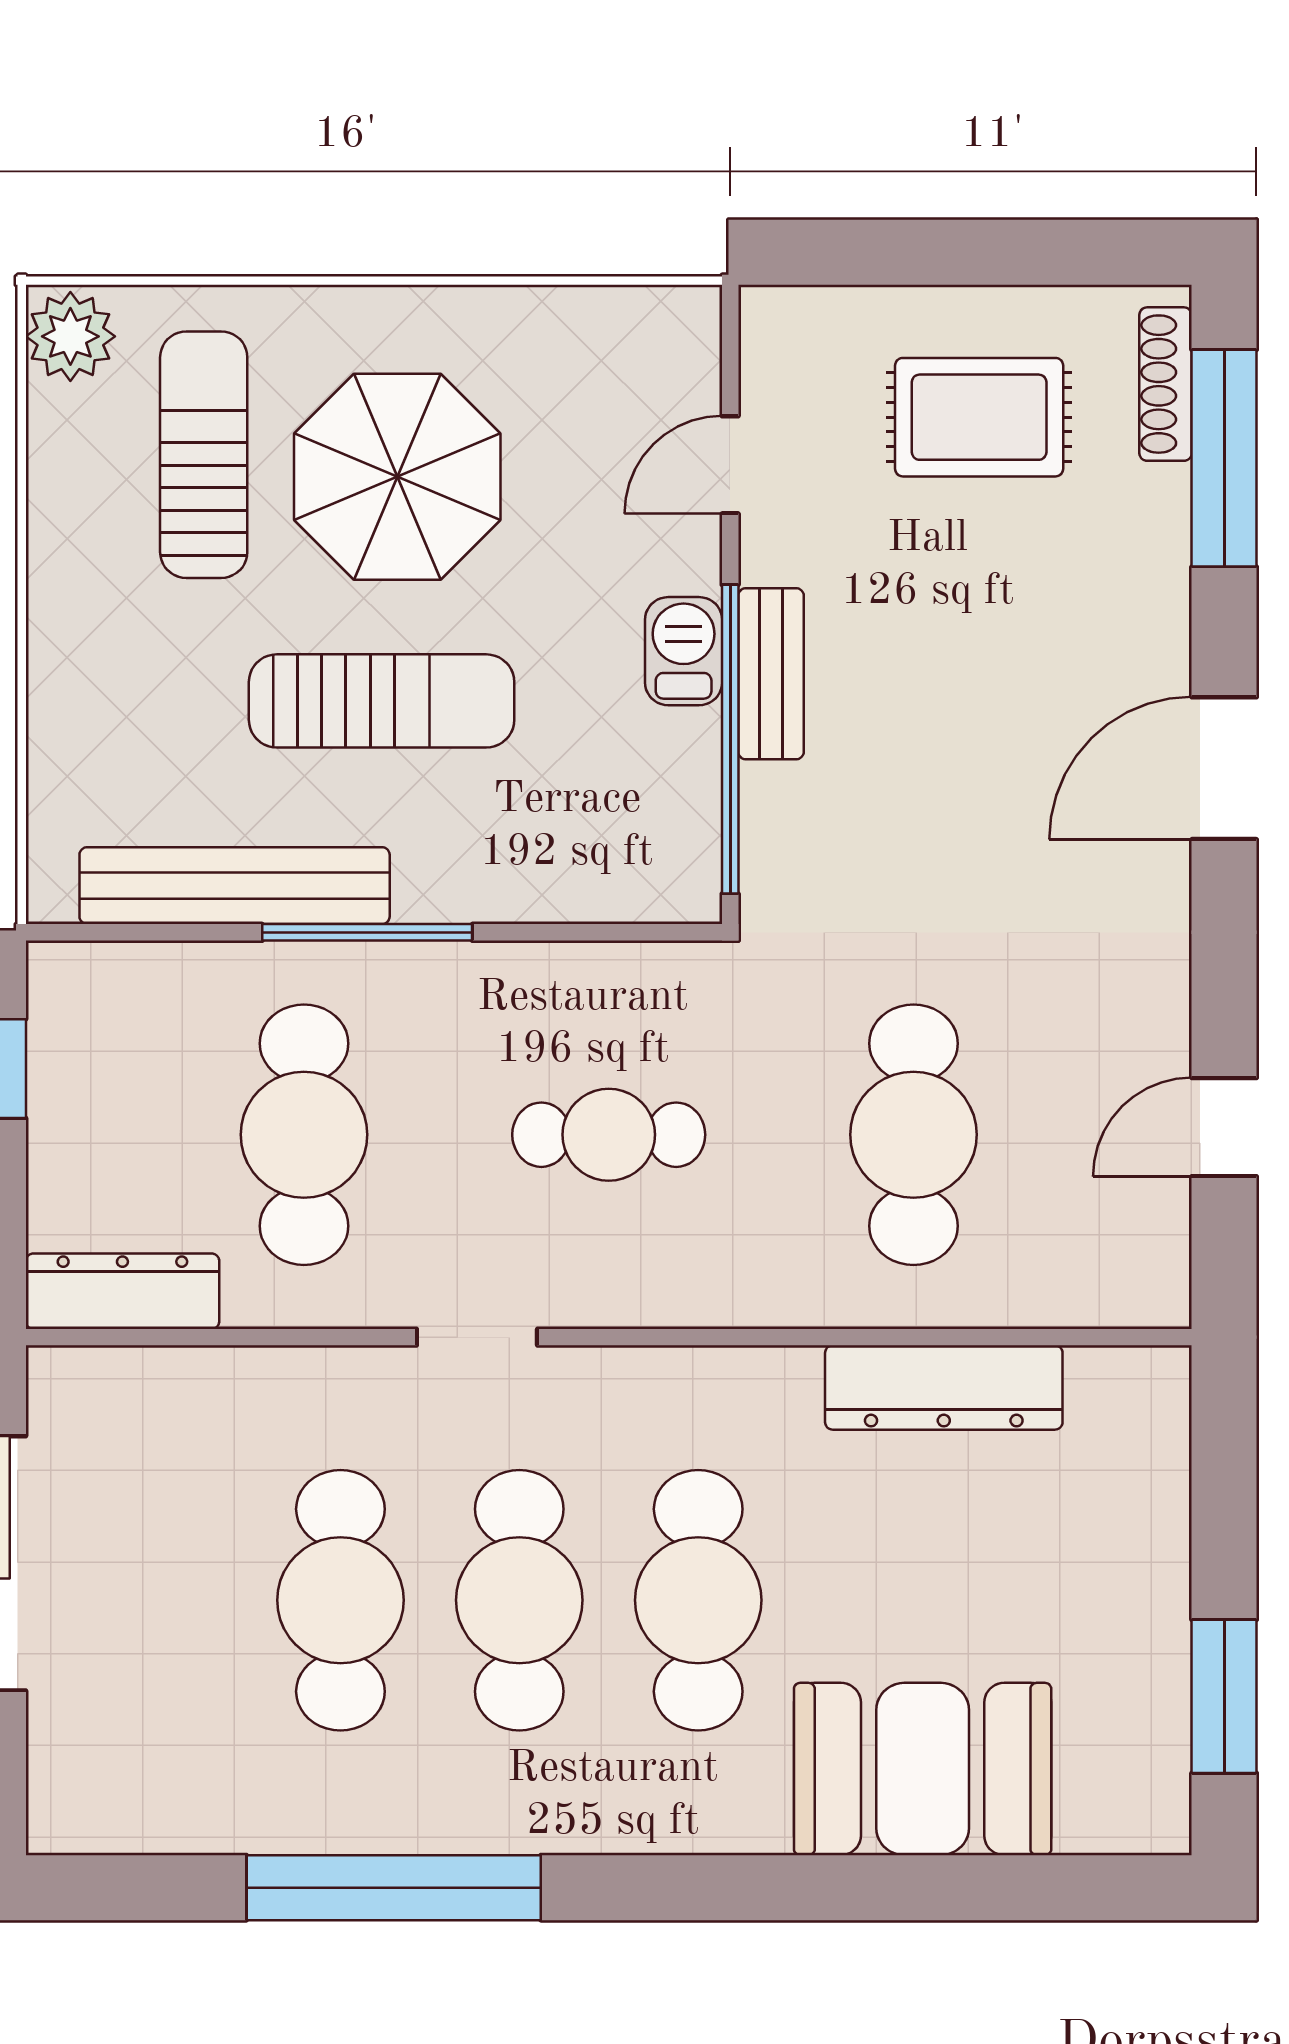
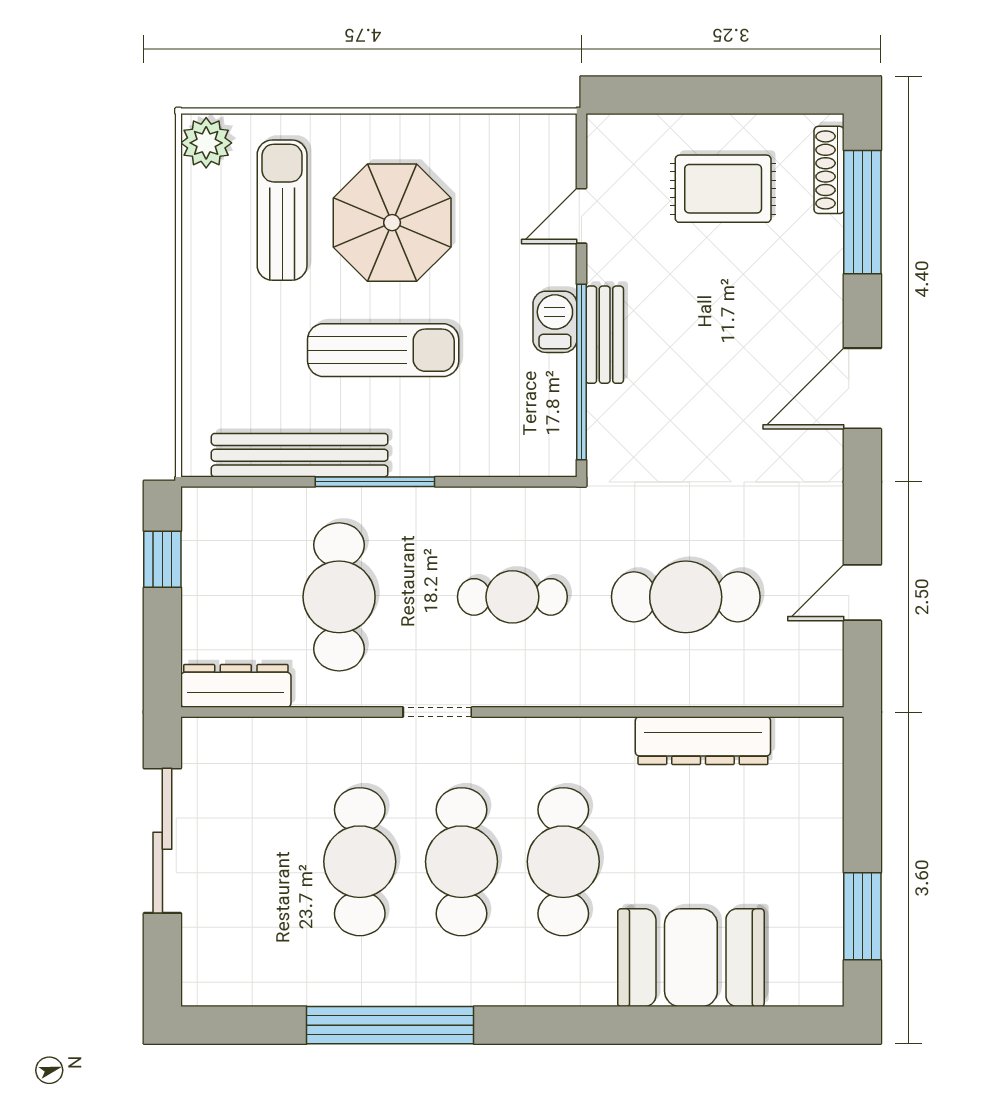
cafe table: (913, 1135) -> (686, 597), turned 90

